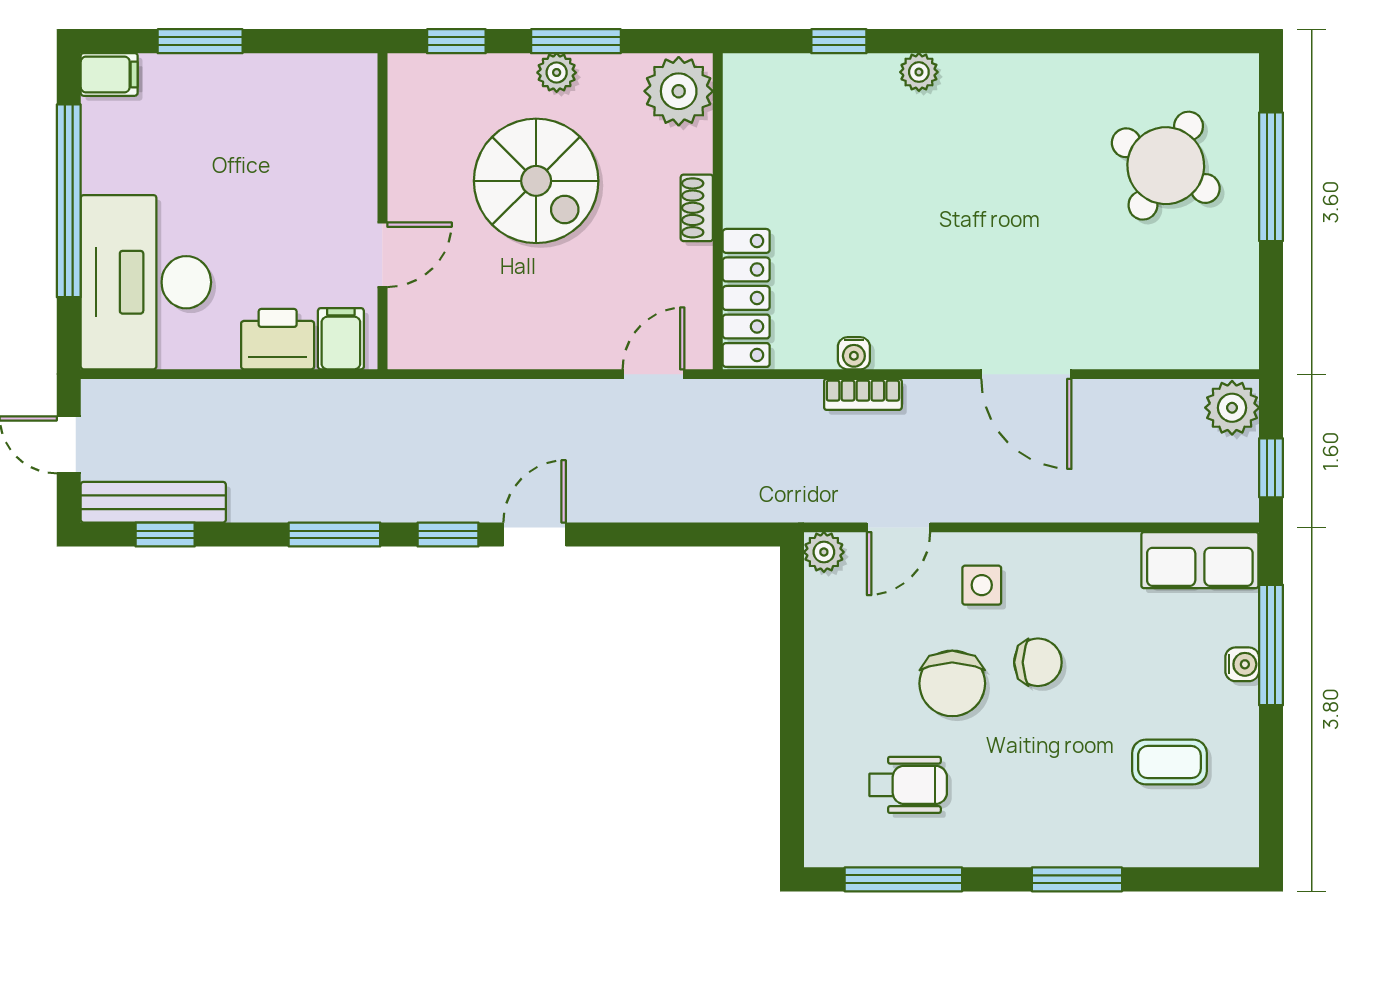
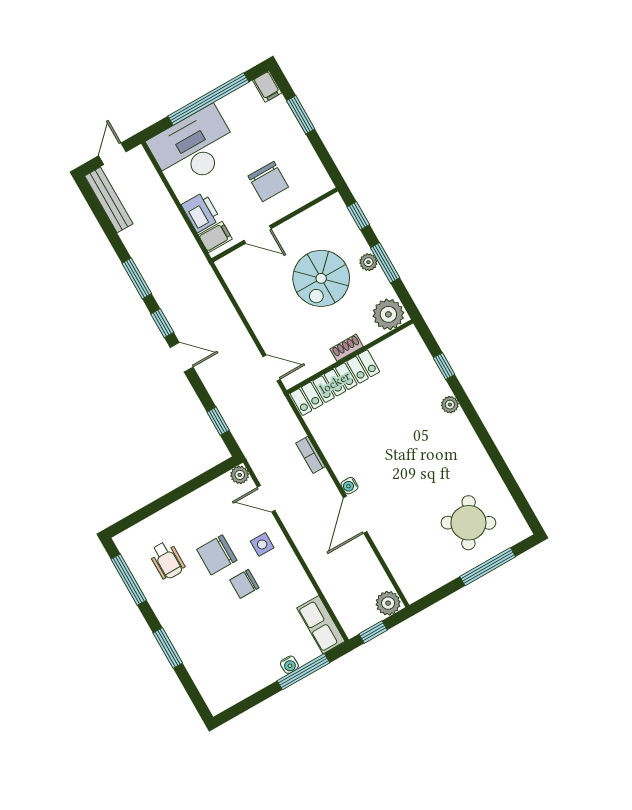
chair: (292, 176) -> (268, 181), added
locker: (746, 298) -> (335, 383), width x1.41, depth x1.21
water cooler: (854, 353) -> (349, 486), moved
window: (165, 534) -> (218, 421), moved
chair: (1038, 662) -> (244, 584), turned 90
coffee table: (1169, 762) -> (235, 658), removed

